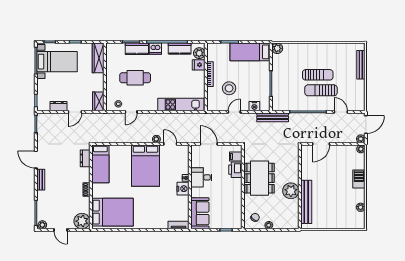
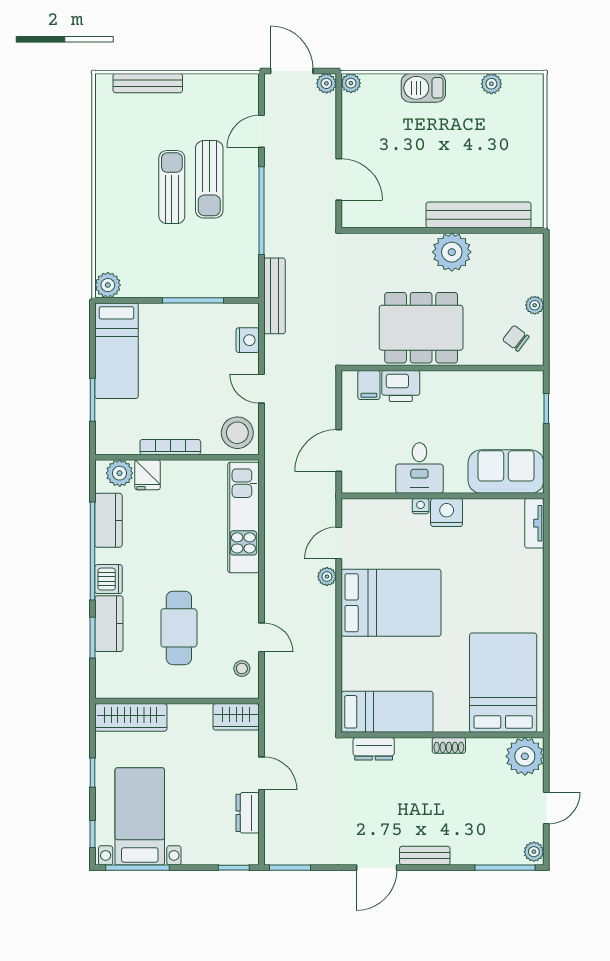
stool: (229, 88) -> (237, 433), moved

